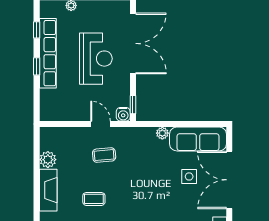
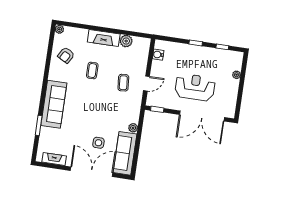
row of seats: (48, 53) -> (204, 53), removed
reception desk: (96, 59) -> (195, 87), turned 180
water cooler: (123, 114) -> (158, 55), moved

